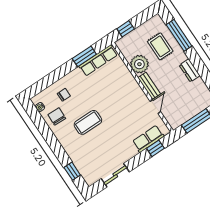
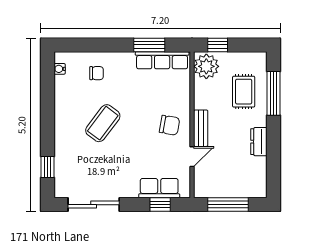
plant: (139, 64) -> (206, 66), moved
chair: (57, 116) -> (169, 125), moved, turned 98
coffee table: (88, 122) -> (103, 123), turned -53
sliding door: (115, 175) -> (94, 205), width x1.37

